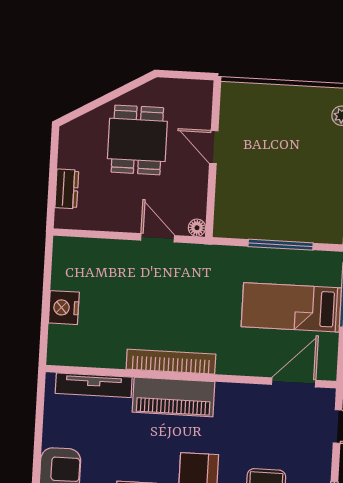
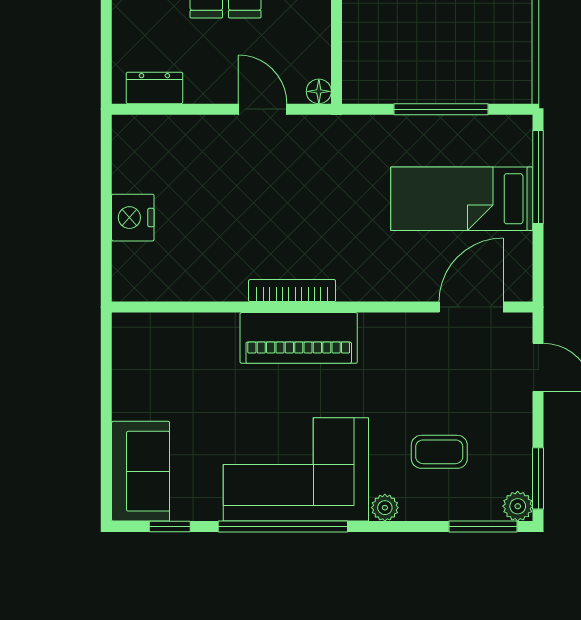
dresser: (67, 189) -> (154, 88), moved, turned -90
bookcase: (171, 362) -> (292, 291), width x0.68, depth x0.76
tv unit: (94, 385) -> (182, 327), removed

